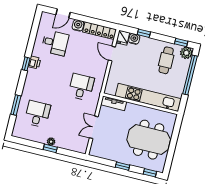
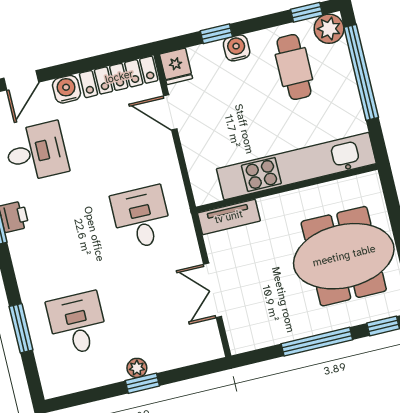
water cooler: (134, 39) -> (237, 48), moved
window: (123, 166) -> (317, 342), width x2.17

